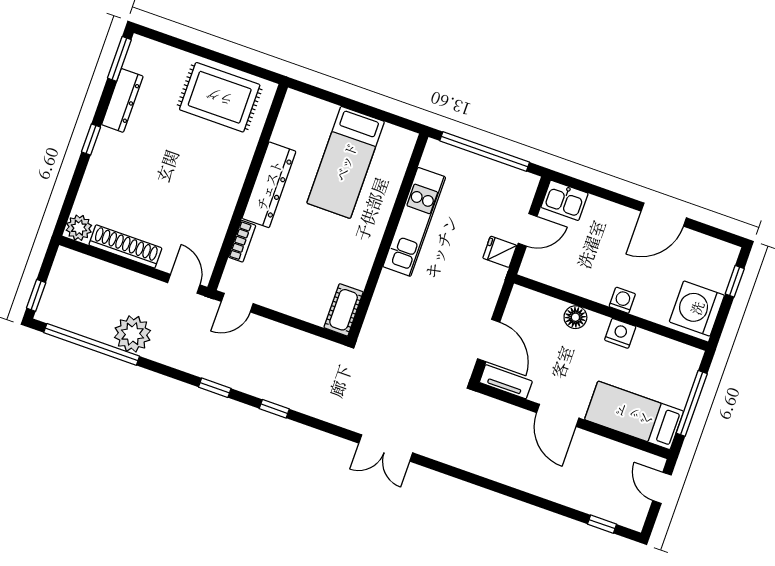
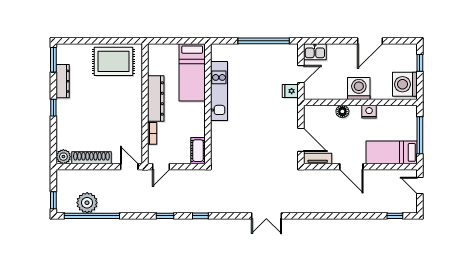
kitchen unit: (414, 222) -> (219, 91), moved
wall: (388, 237) -> (208, 104), moved
washing machine: (622, 300) -> (359, 88), width x1.89, depth x1.89
cot: (344, 310) -> (198, 151), moved
plant: (132, 334) -> (87, 203), moved

